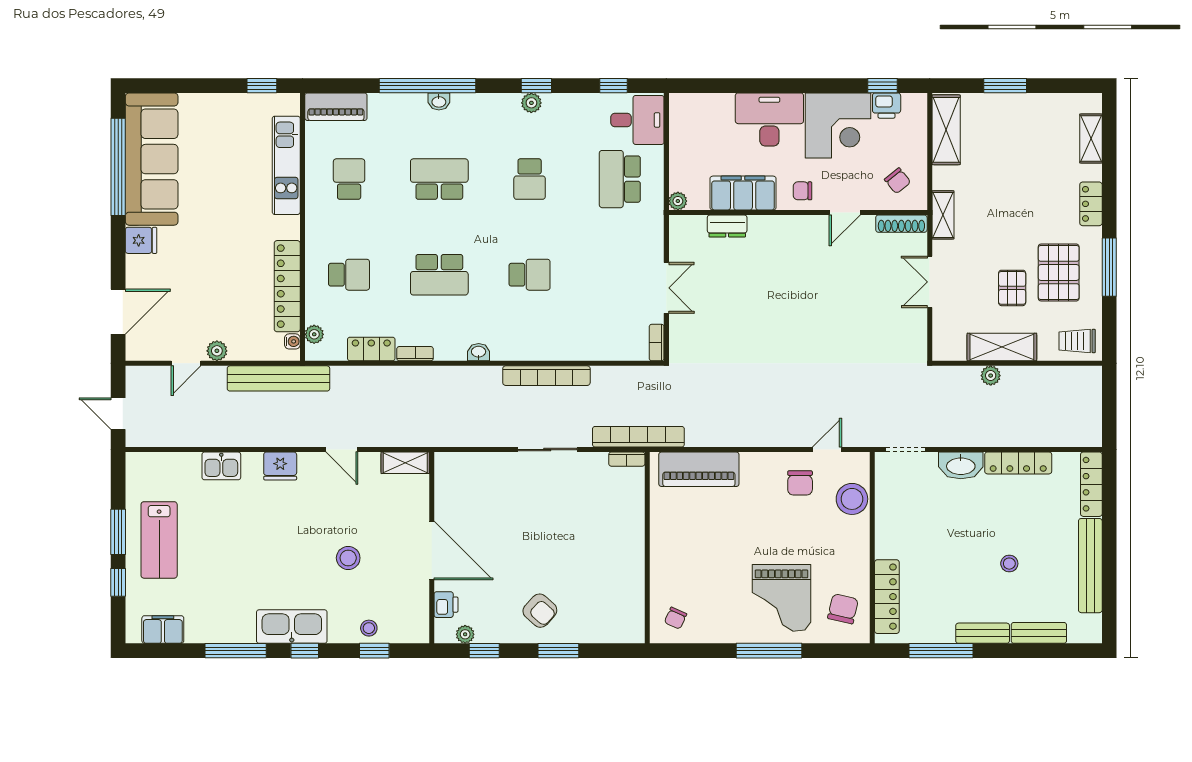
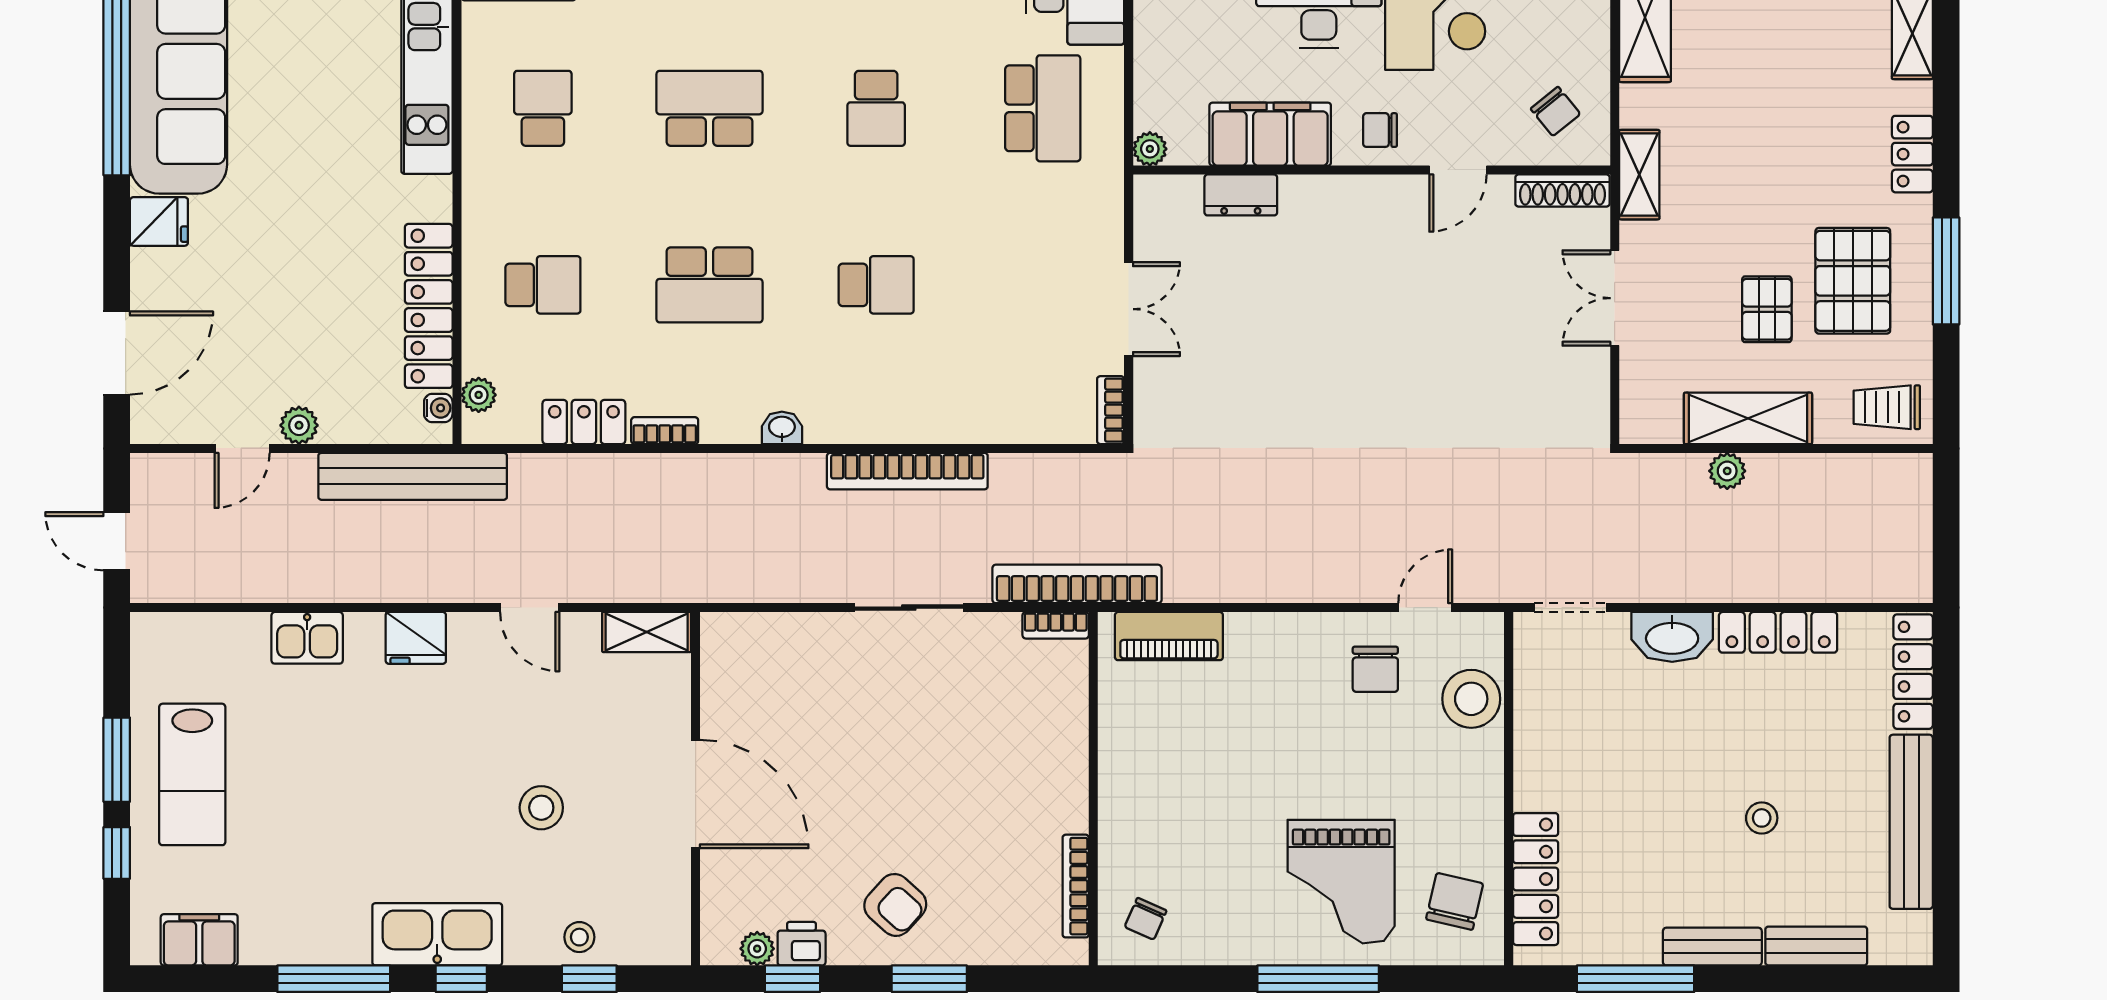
school desk: (620, 179) -> (1043, 108), turned 180
piano: (699, 469) -> (1169, 636), width x0.73, depth x0.75
bookcase: (638, 600) -> (1076, 886), added
printer: (446, 605) -> (802, 944), moved, turned -90

